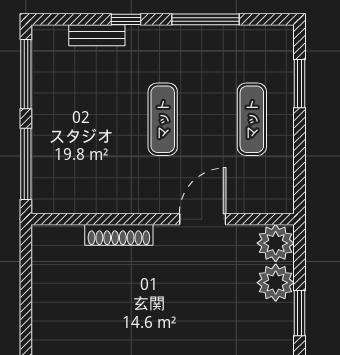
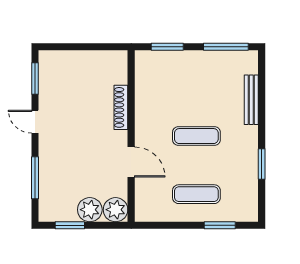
window: (126, 19) -> (262, 112), removed
window: (206, 19) -> (262, 164), width x0.69
bench: (97, 35) -> (251, 100), width x1.36
window: (26, 164) -> (167, 47), width x0.69

